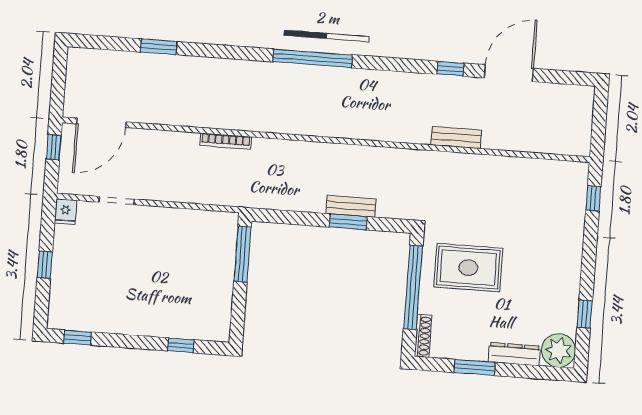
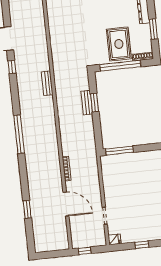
door: (101, 123) -> (66, 204), moved
bench: (456, 138) -> (47, 83), moved
rug: (468, 268) -> (119, 44), moved

